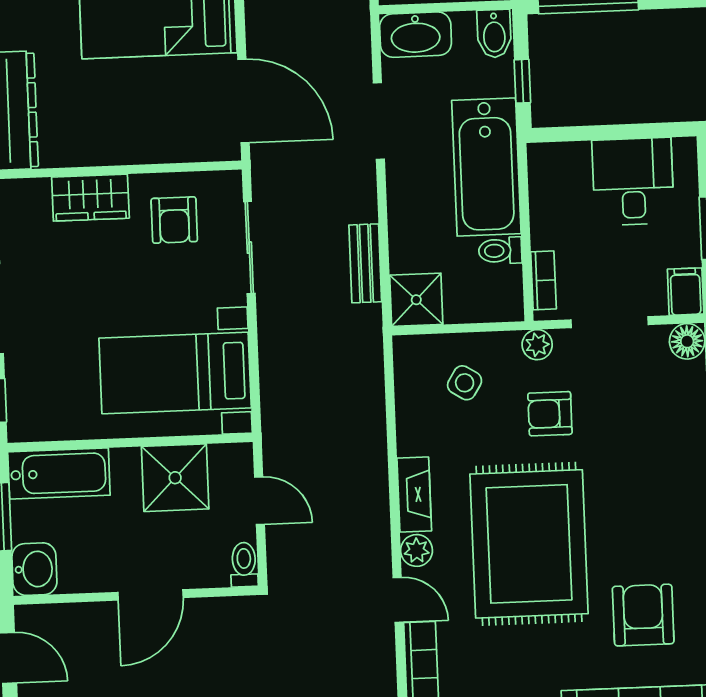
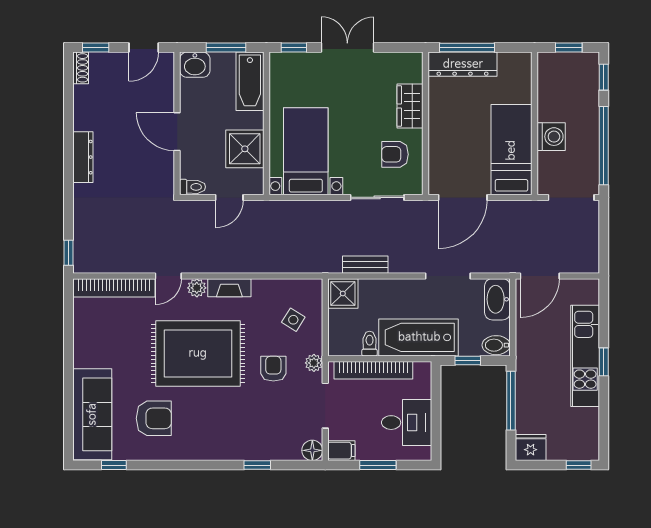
bookcase: (544, 280) -> (373, 370), width x2.31, depth x1.31

